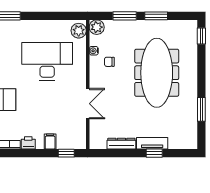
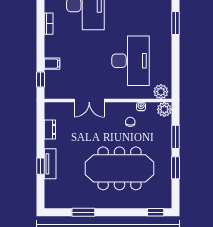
printer: (28, 143) -> (51, 42), removed
dresser: (121, 144) -> (50, 129), width x0.70

